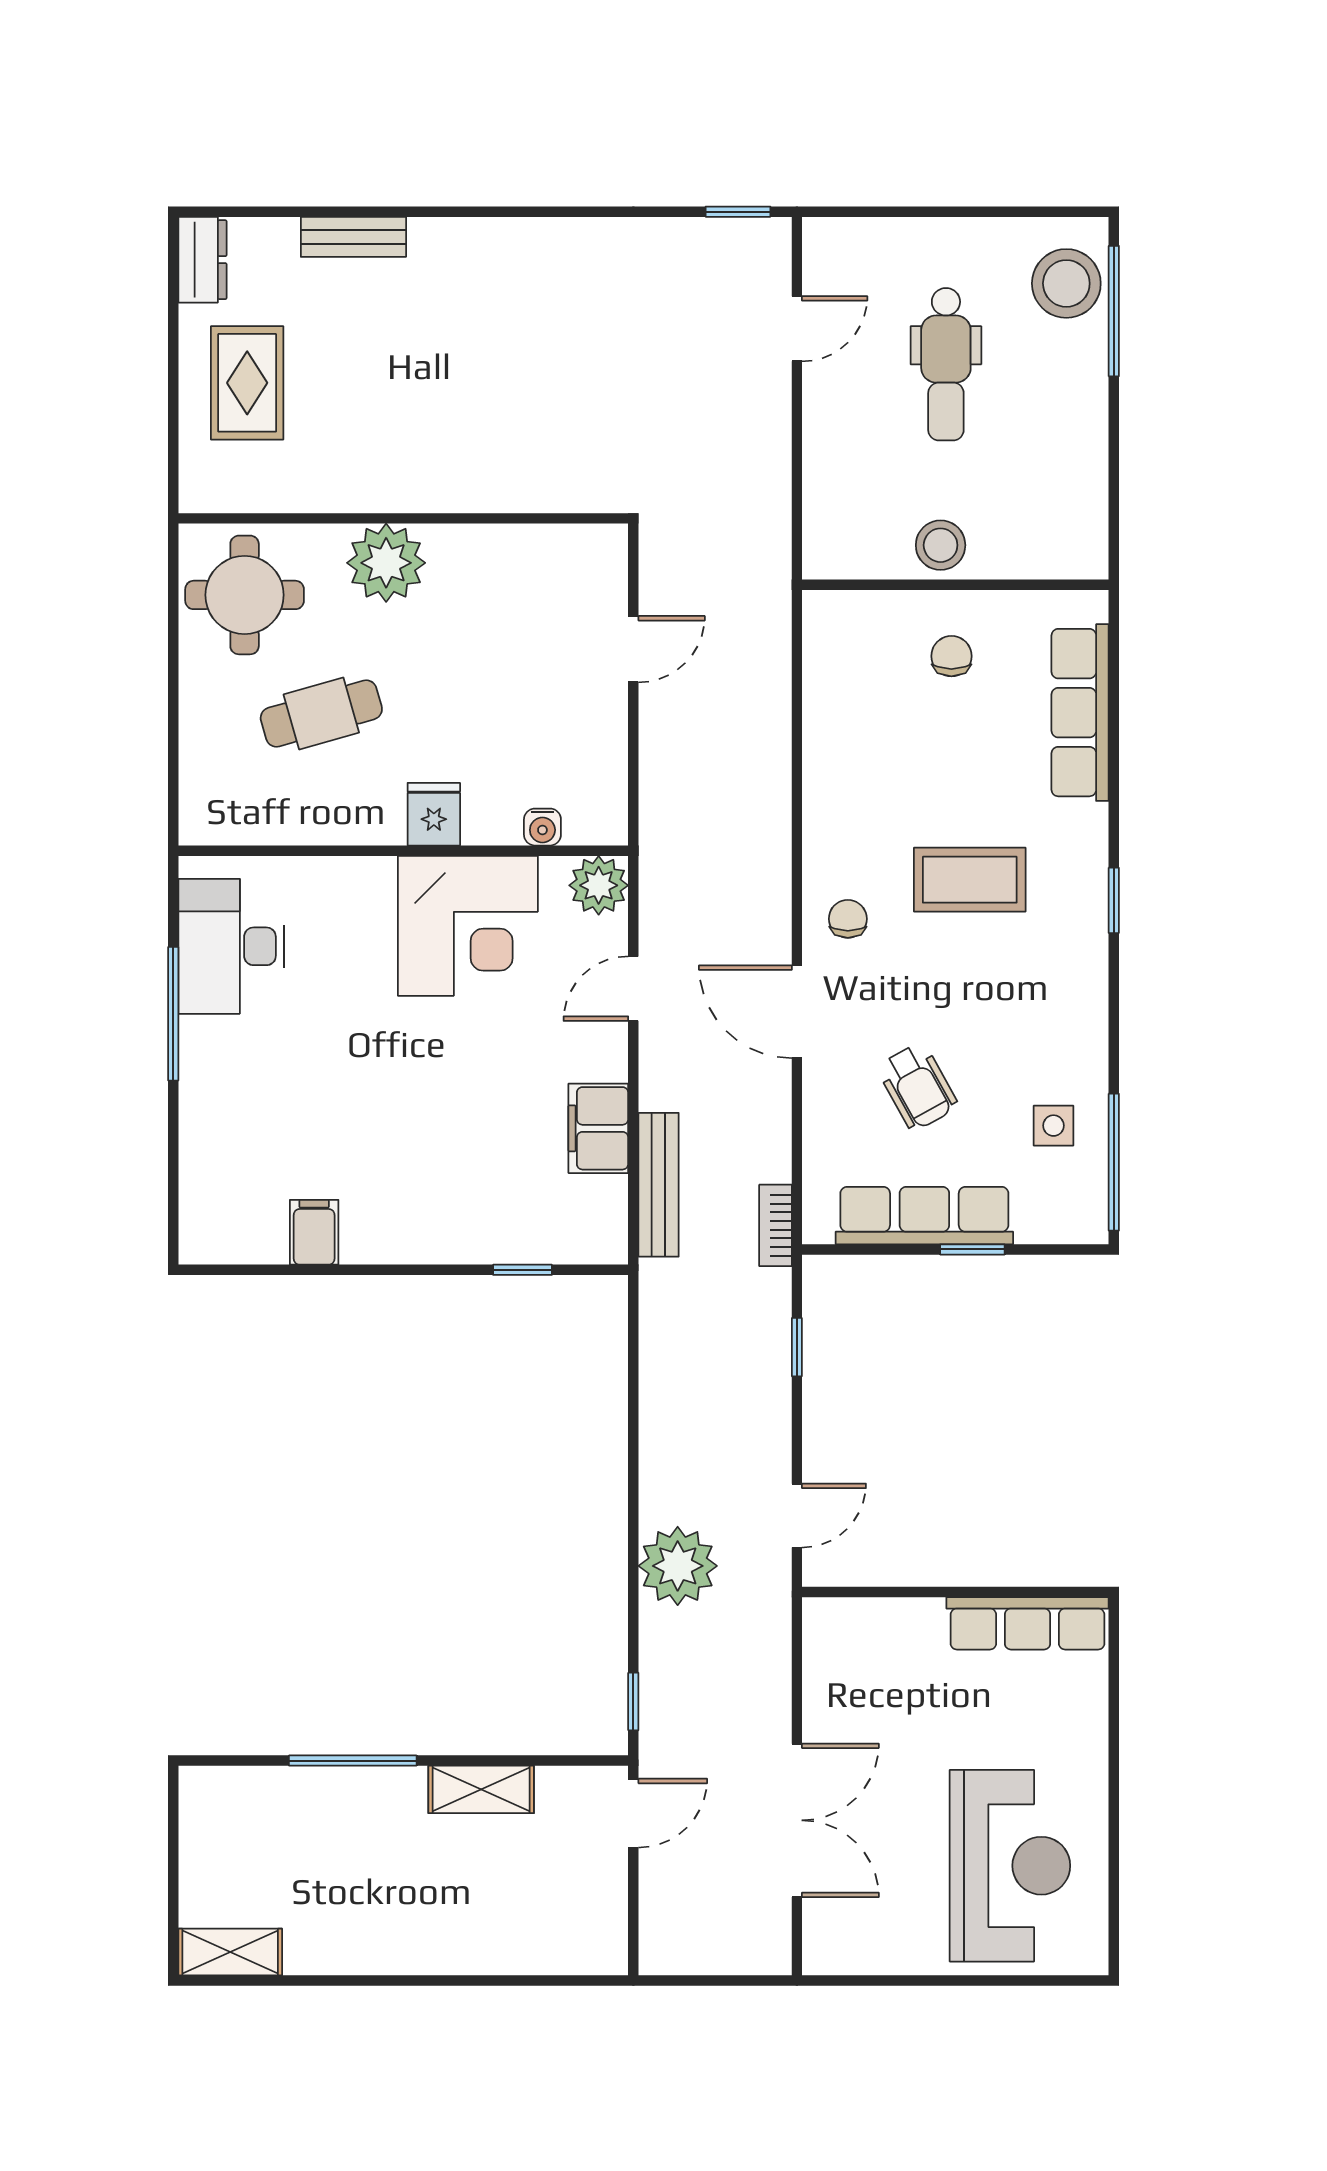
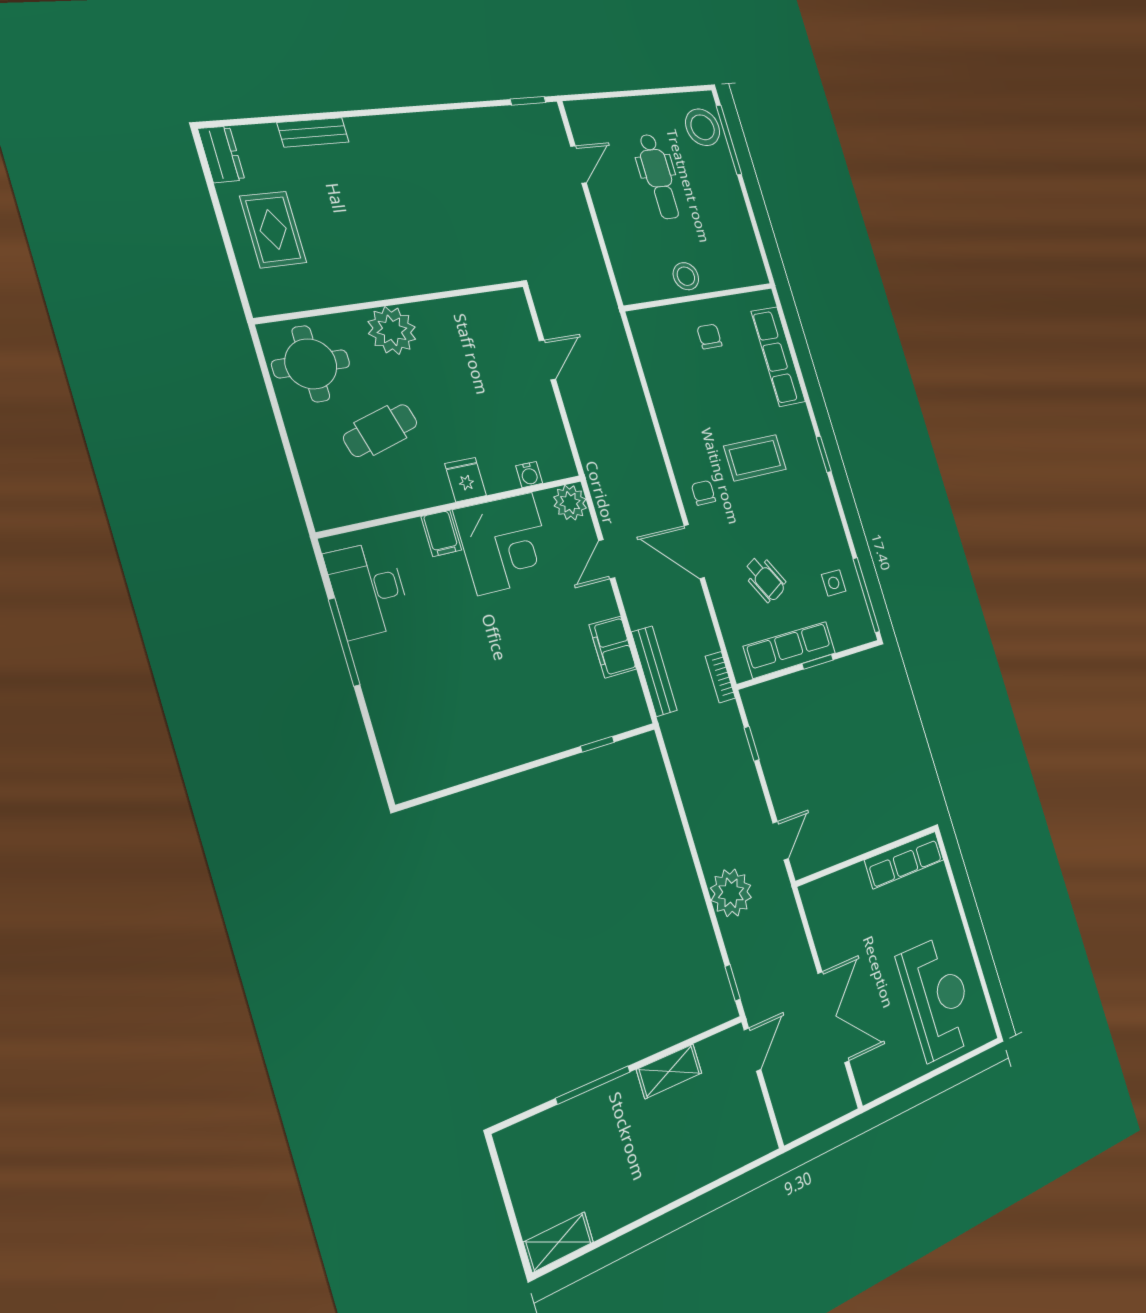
filing cabinet: (314, 1232) -> (441, 533), moved, turned 180

